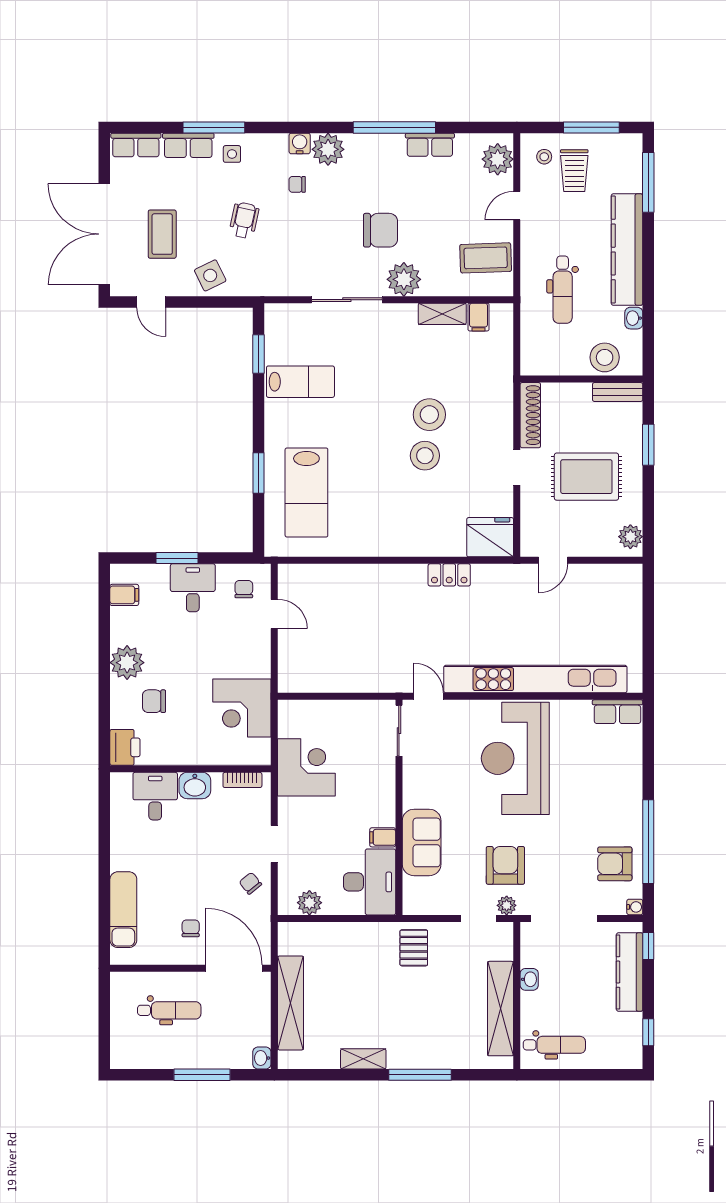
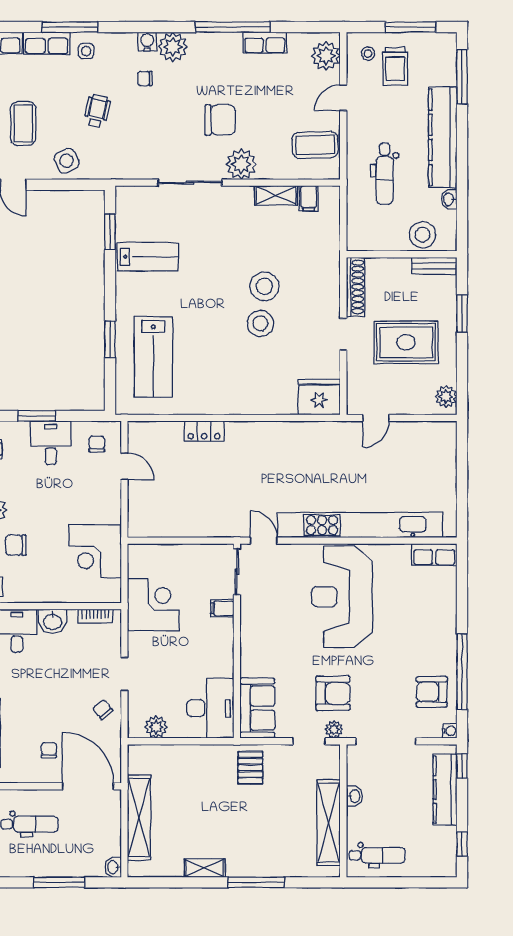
locker: (449, 575) -> (204, 431), moved
filing cabinet: (383, 837) -> (222, 608), moved
sofa: (422, 842) -> (257, 708), moved
armchair: (505, 865) -> (333, 693), turned 90

